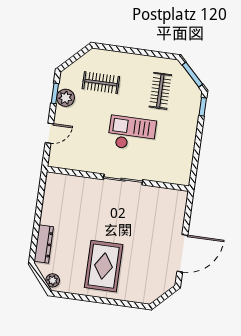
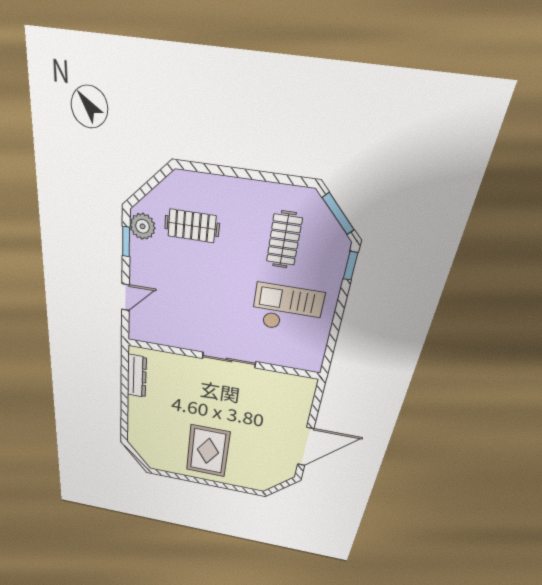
plant: (66, 98) -> (143, 226), moved
checkout: (132, 133) -> (287, 309), moved
dresser: (44, 244) -> (137, 376), moved
plant: (53, 280) -> (150, 459), removed

